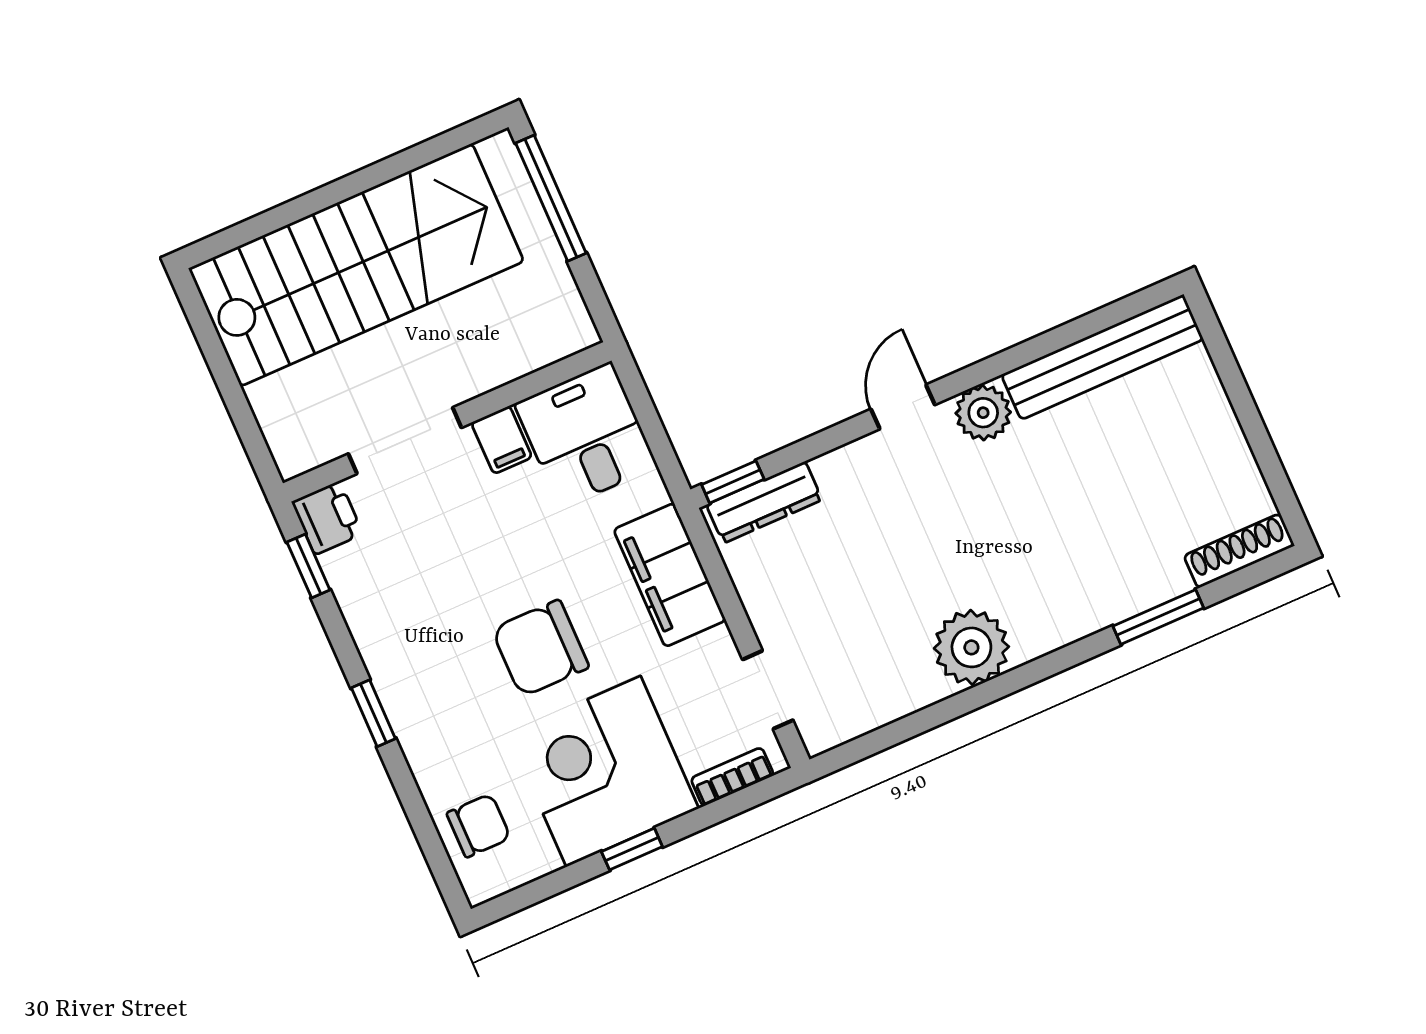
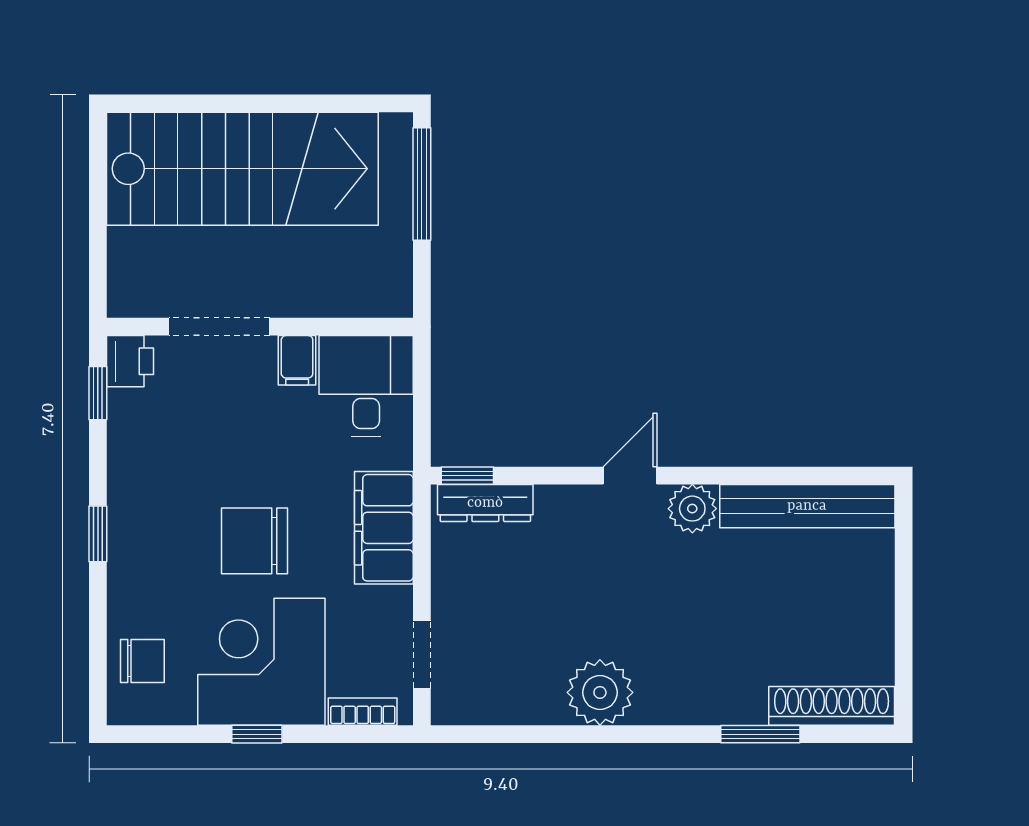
shoe rack: (1239, 551) -> (832, 706), width x1.36, depth x1.24

